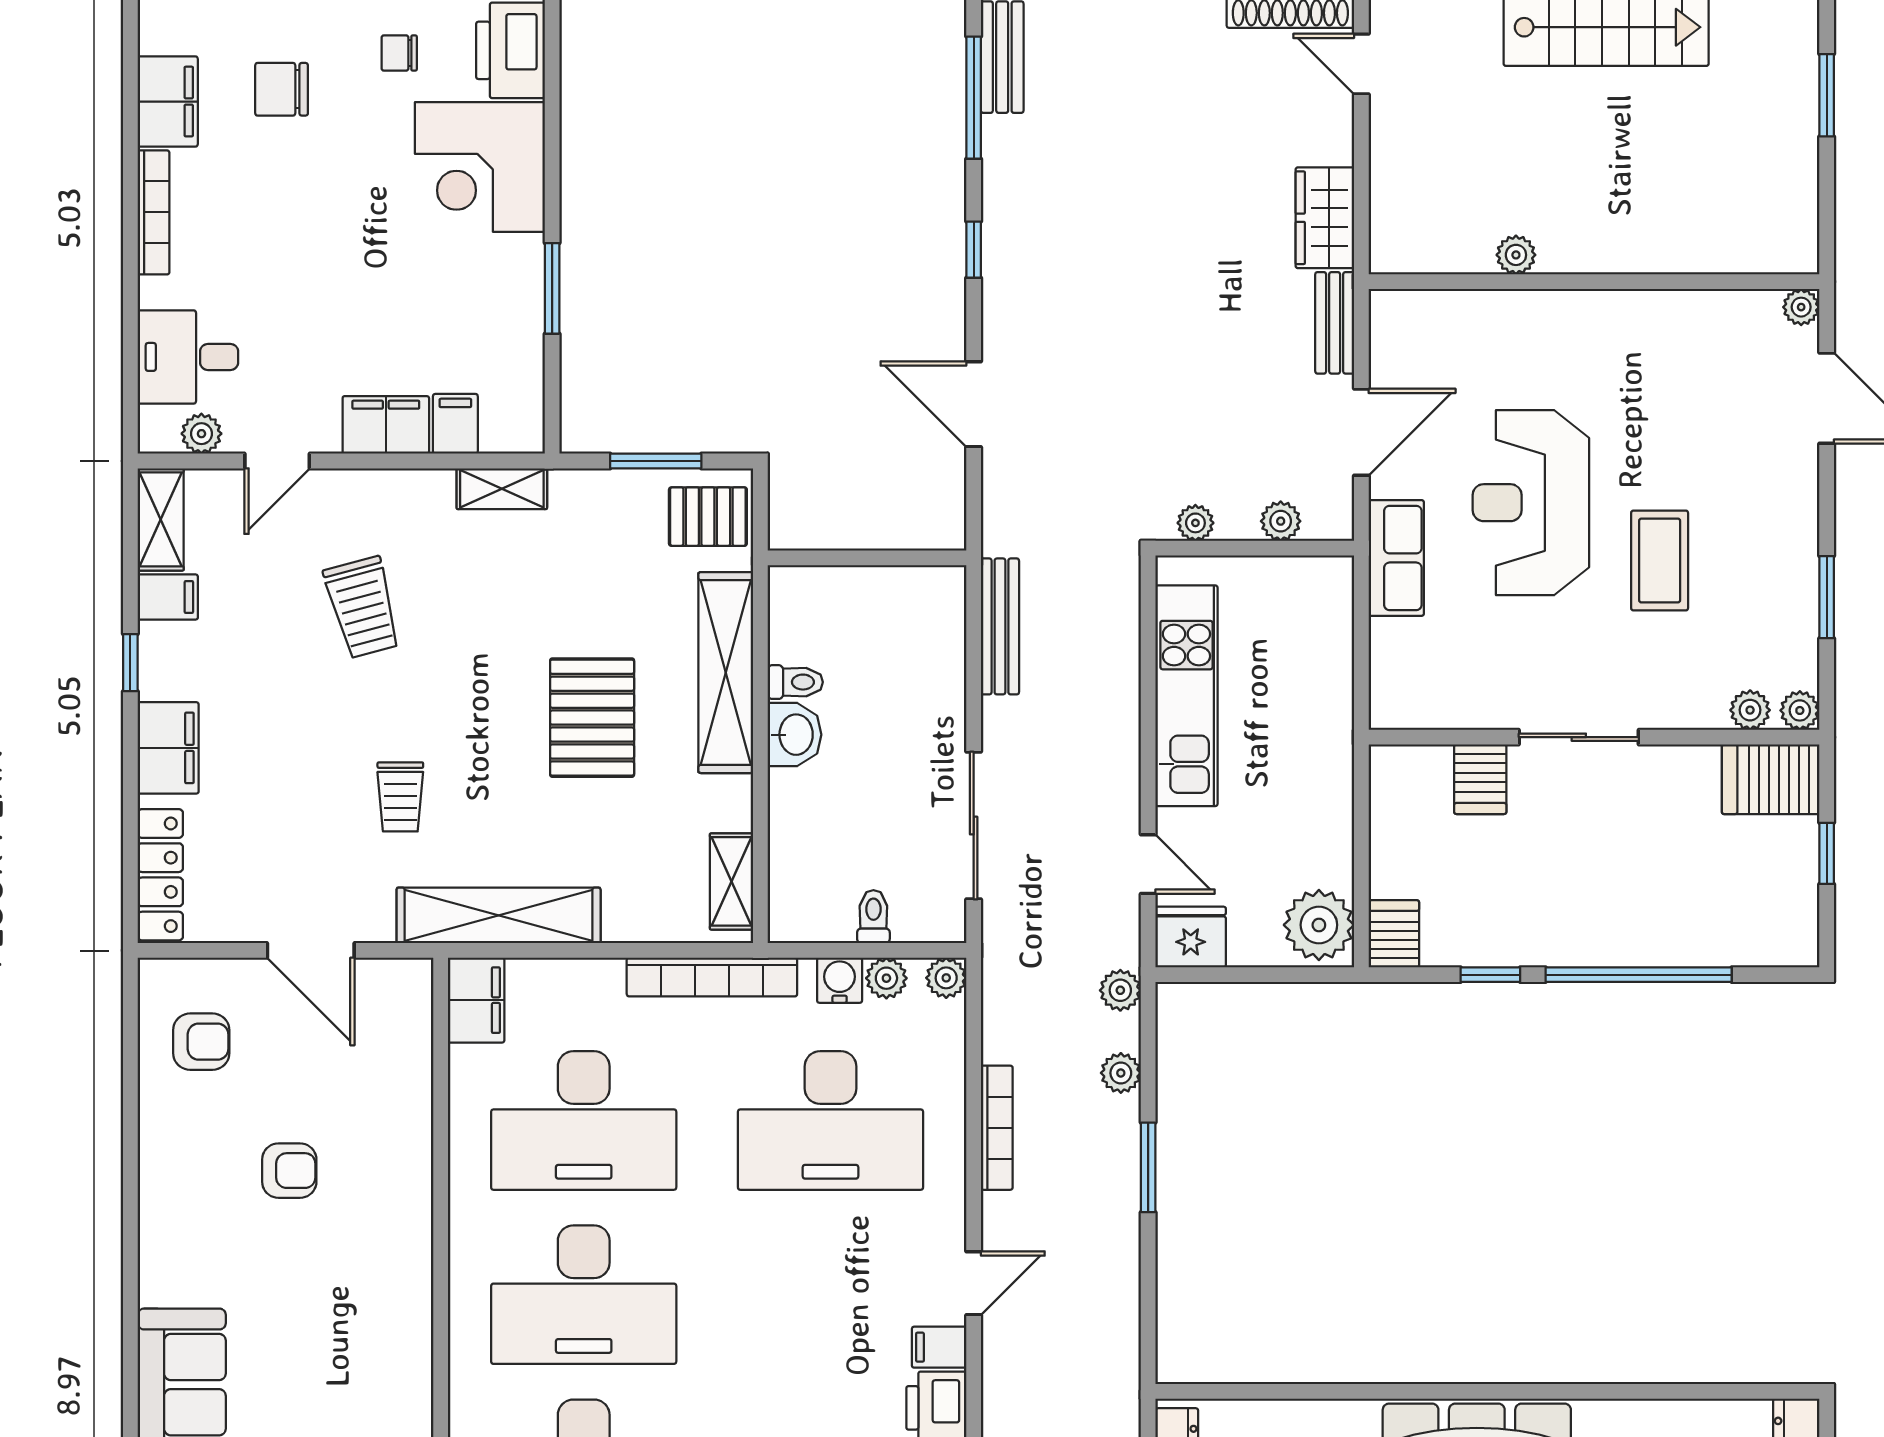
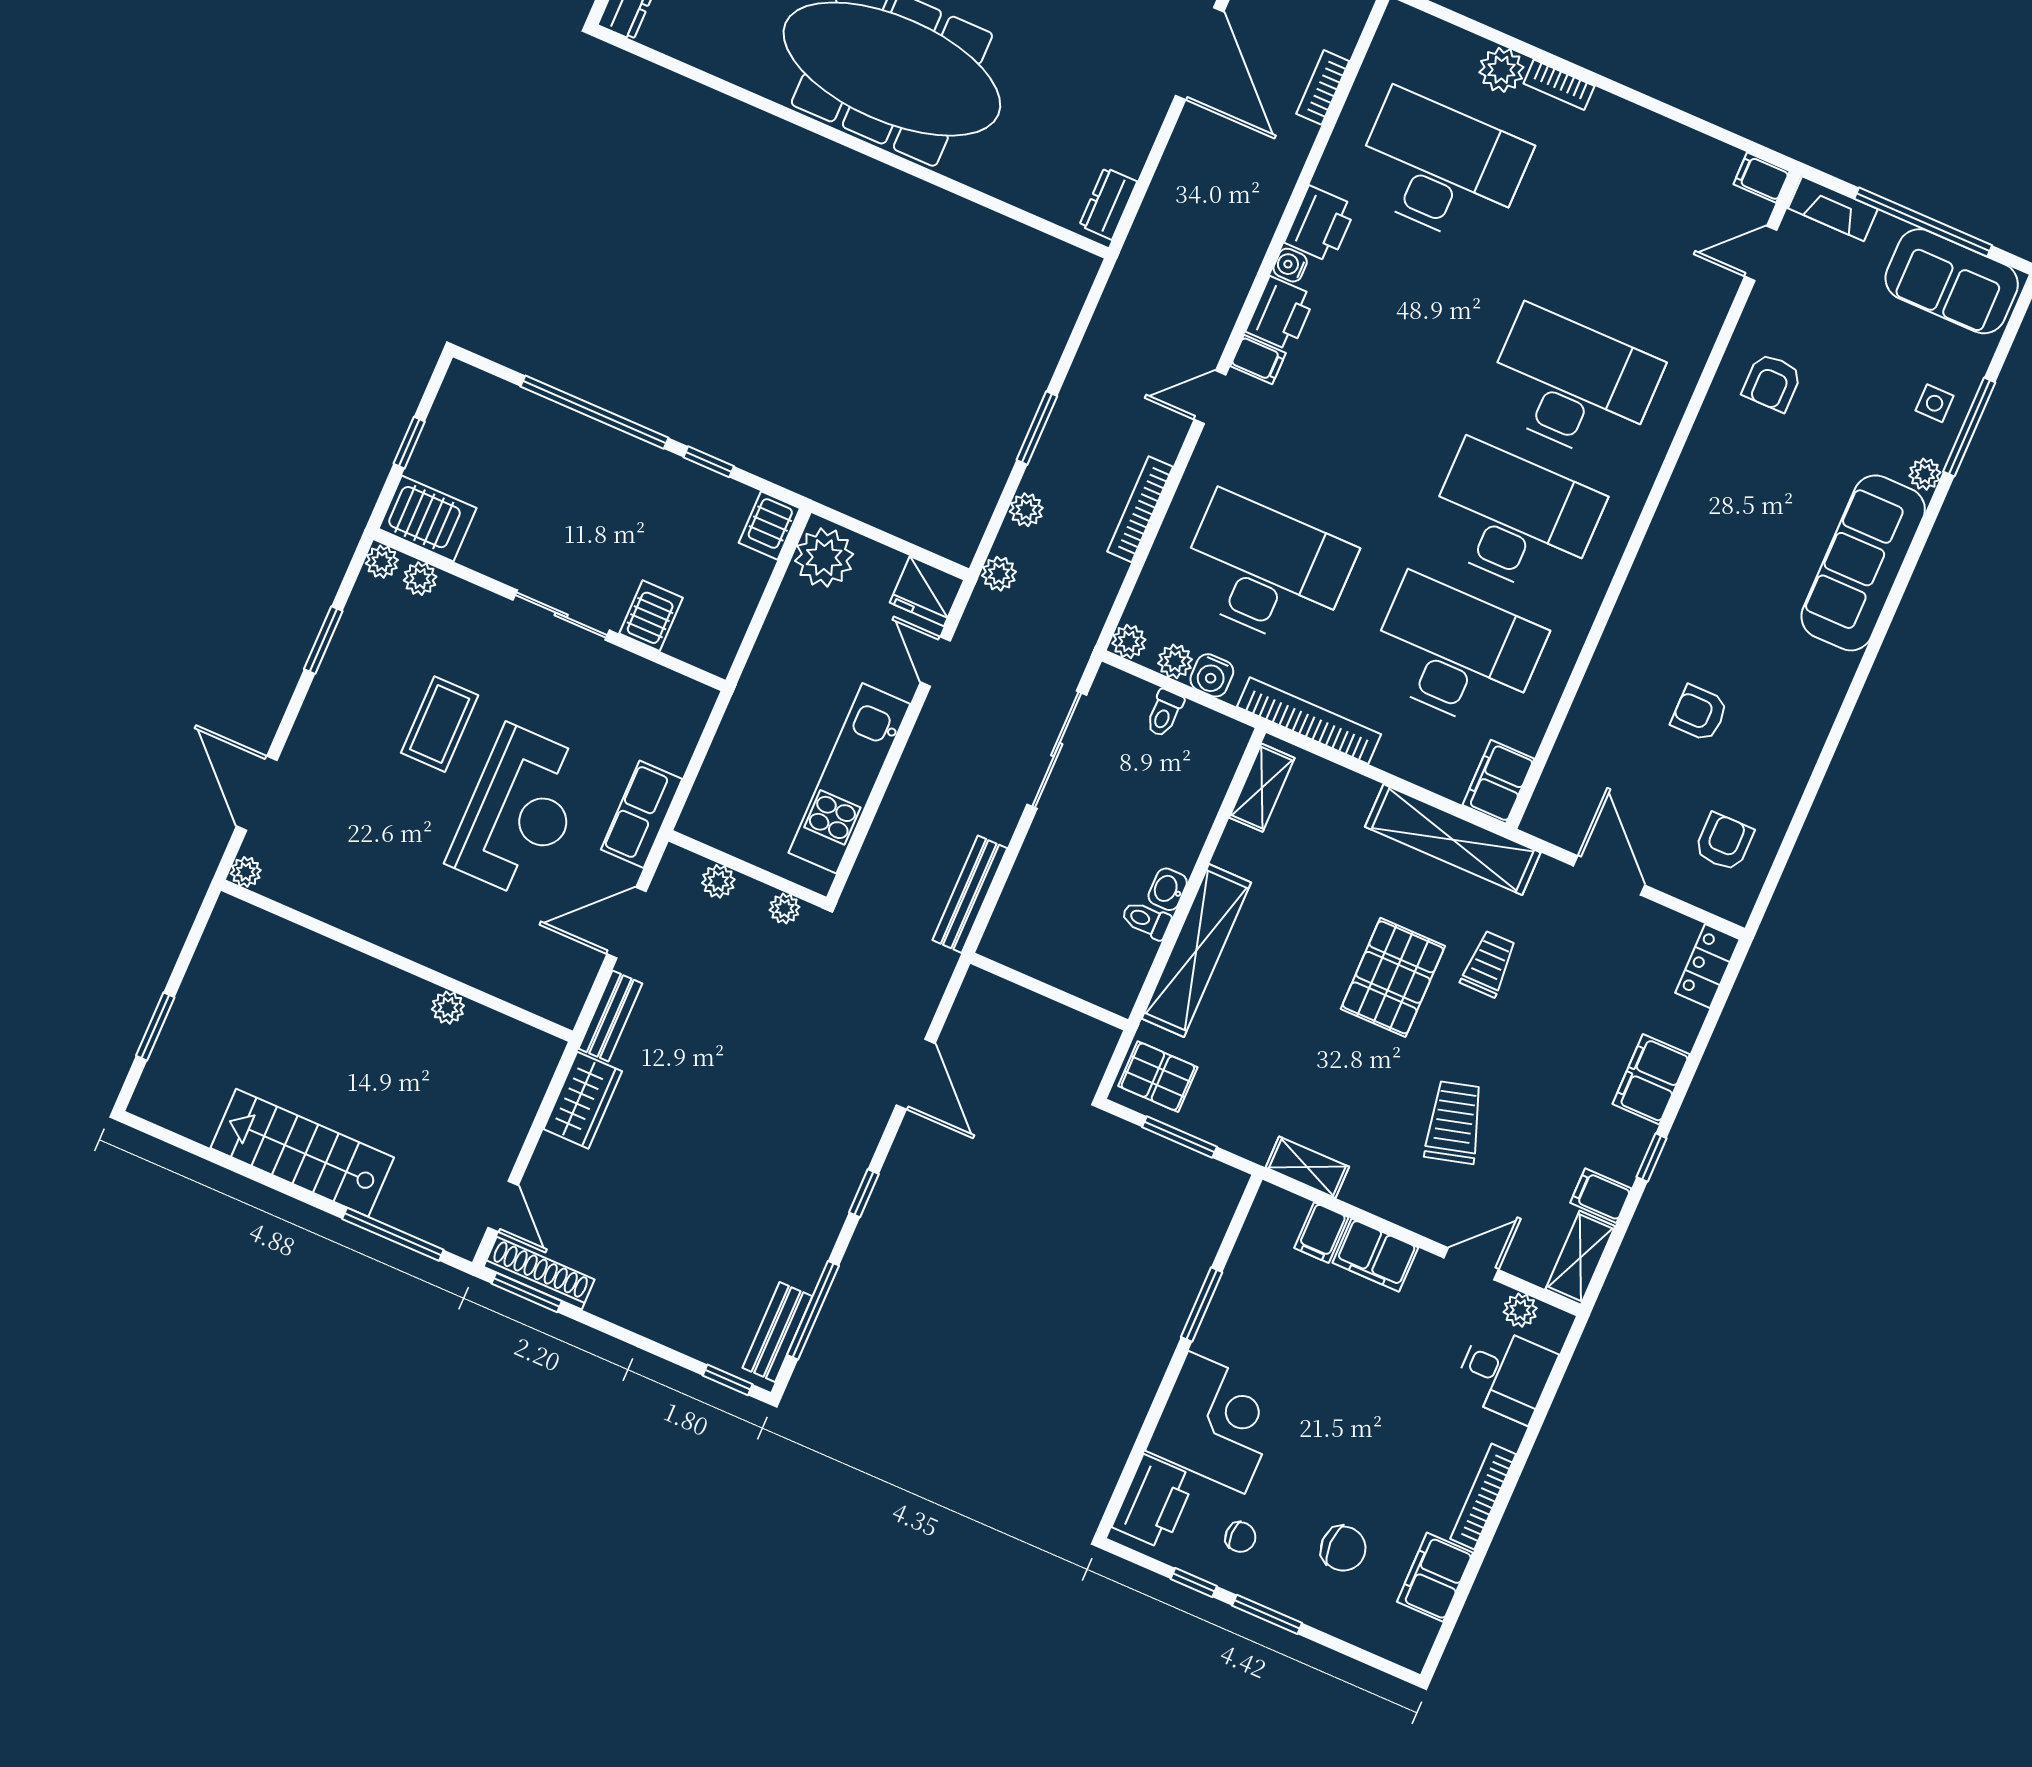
pallet: (592, 718) -> (1393, 977), moved
washbasin: (794, 735) -> (1168, 889), width x0.72, depth x0.69
locker: (160, 875) -> (1708, 966), width x0.66
armchair: (201, 1042) -> (1724, 842), turned 90

